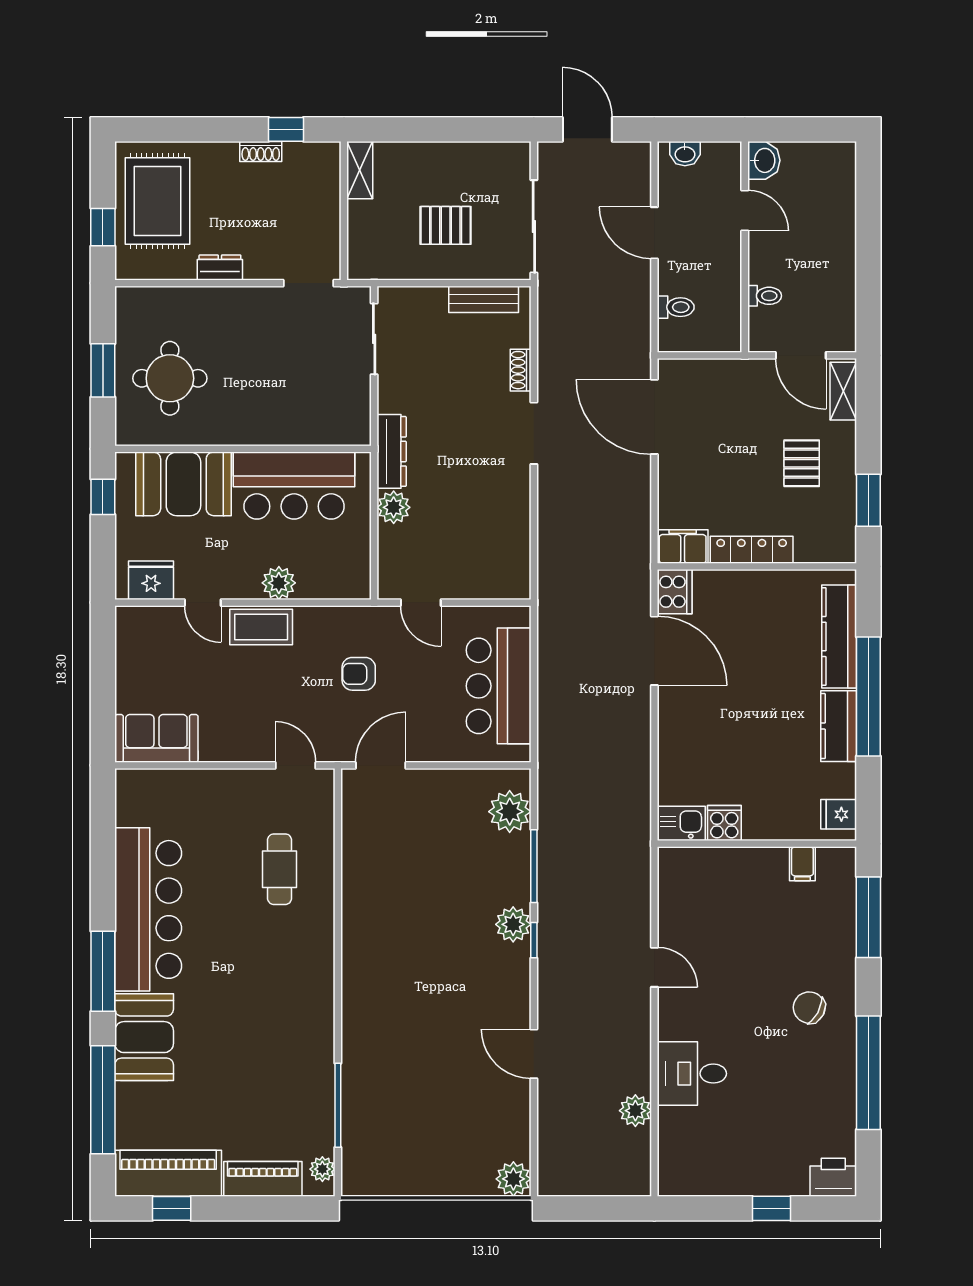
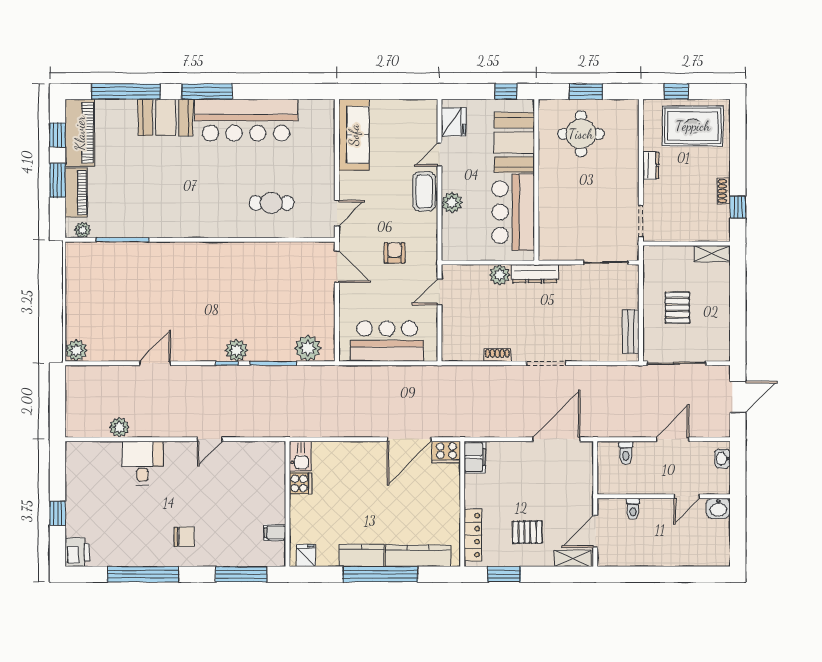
shoe rack: (521, 370) -> (497, 355), moved
locker: (752, 550) -> (473, 535), moved
sofa: (156, 738) -> (354, 135), width x1.36
chair: (809, 1008) -> (184, 537), turned 62
window: (244, 1208) -> (58, 180), added

